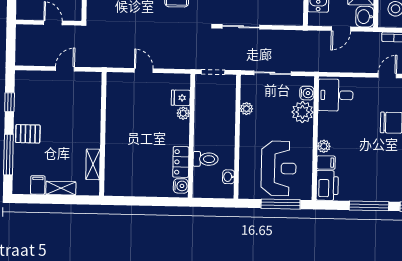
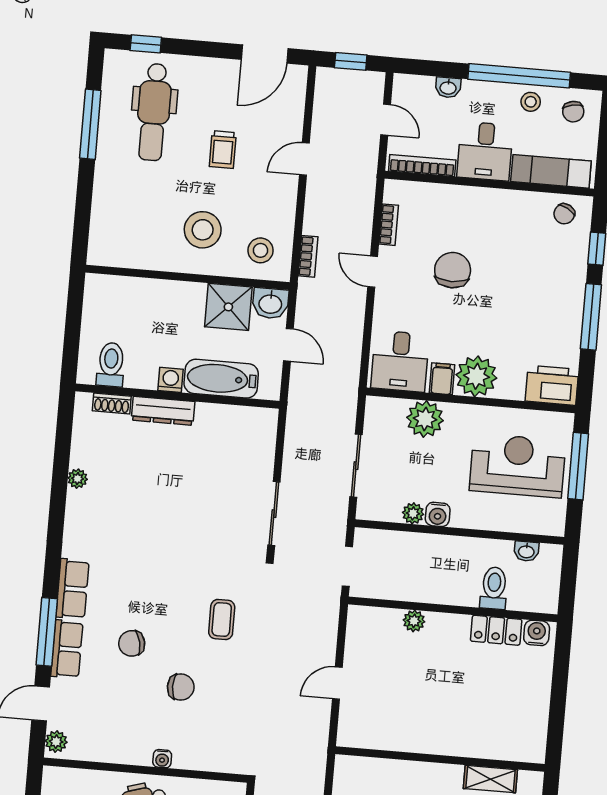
water cooler: (307, 93) -> (438, 514), moved, turned 180
fridge: (181, 98) -> (387, 623), removed
plant: (324, 146) -> (476, 376), width x1.87, depth x1.87
filing cabinet: (326, 163) -> (442, 379), moved

